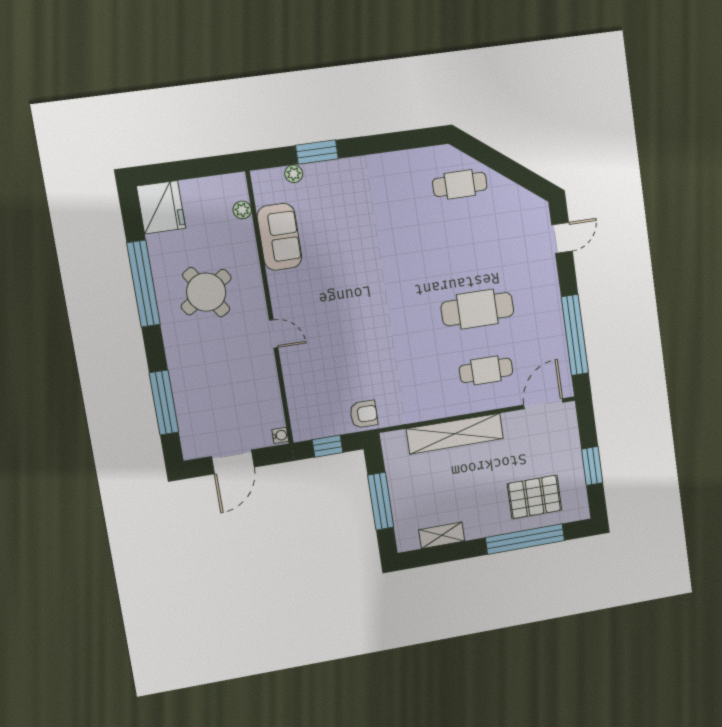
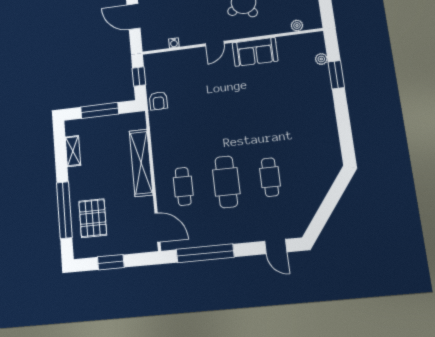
cafe table: (460, 184) -> (270, 177), moved
sofa: (279, 237) -> (255, 52), moved
water cooler: (280, 435) -> (174, 43), moved

